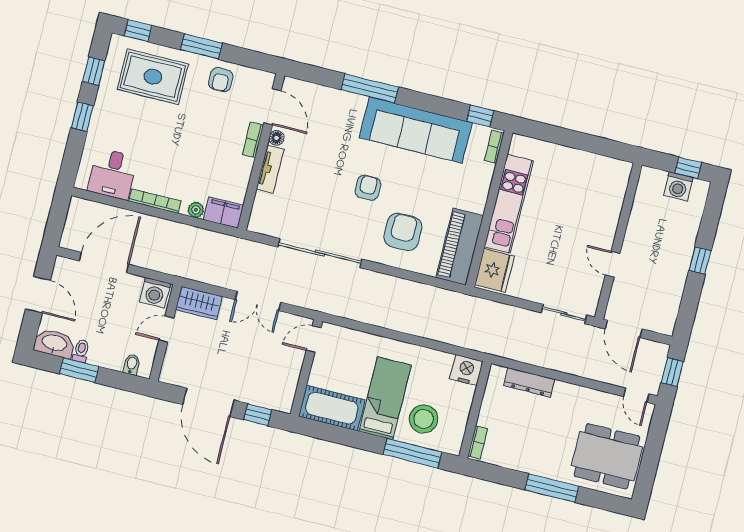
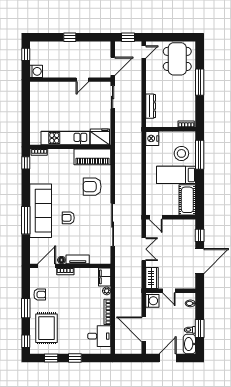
sofa: (416, 130) -> (41, 211), moved
washing machine: (678, 186) -> (36, 71), moved
armchair: (368, 188) -> (68, 218), moved

